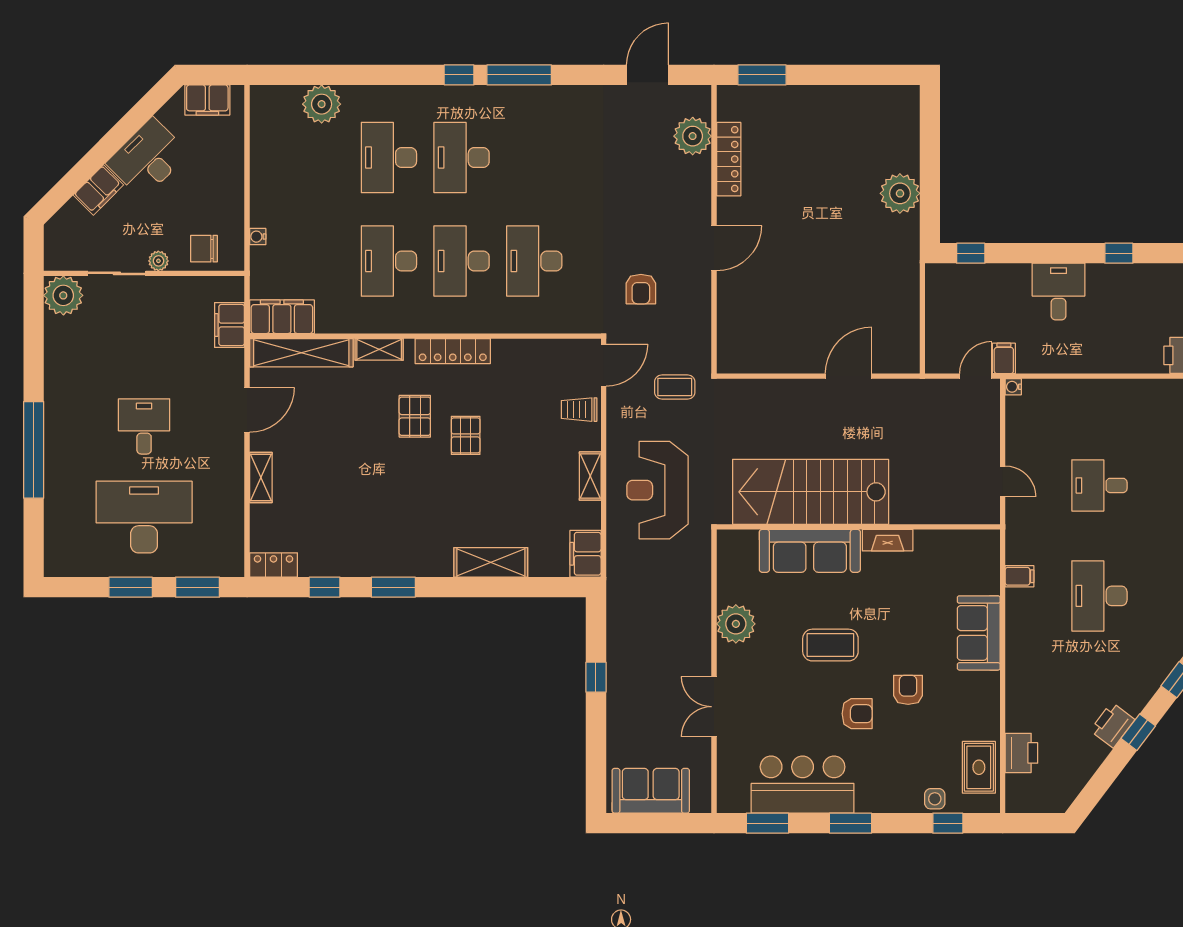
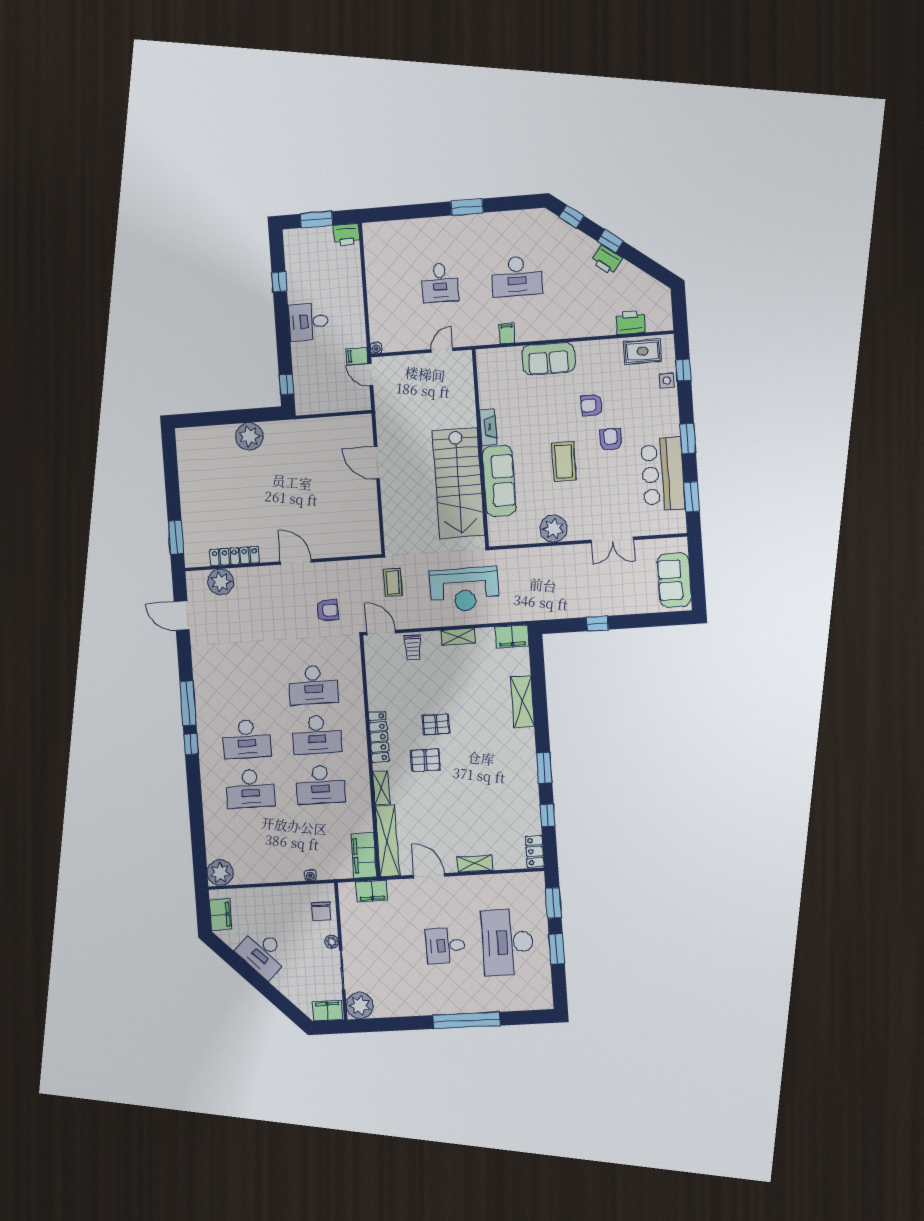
plant: (322, 104) -> (220, 873), moved
filing cabinet: (98, 190) -> (328, 1011), moved, turned -45

